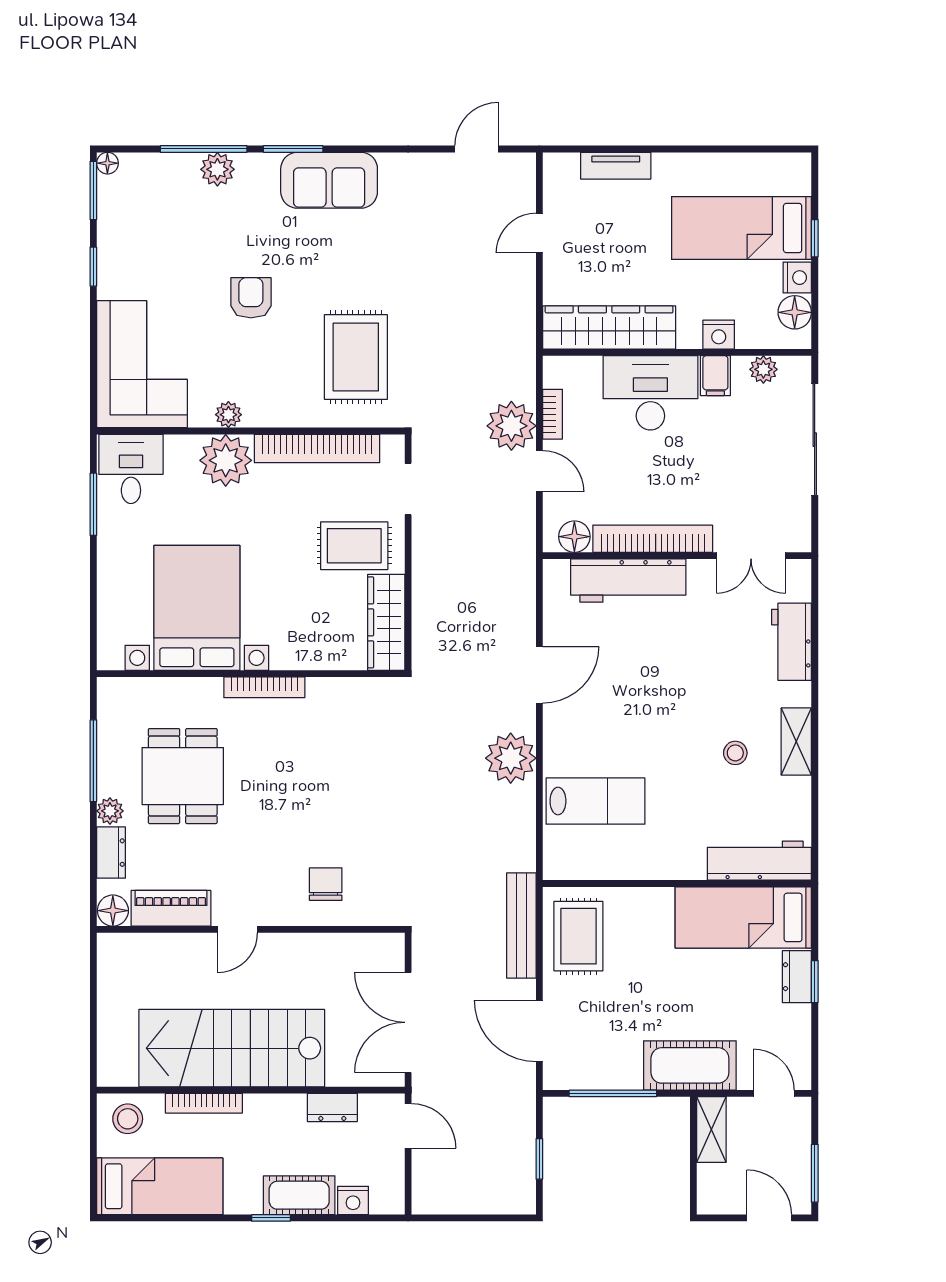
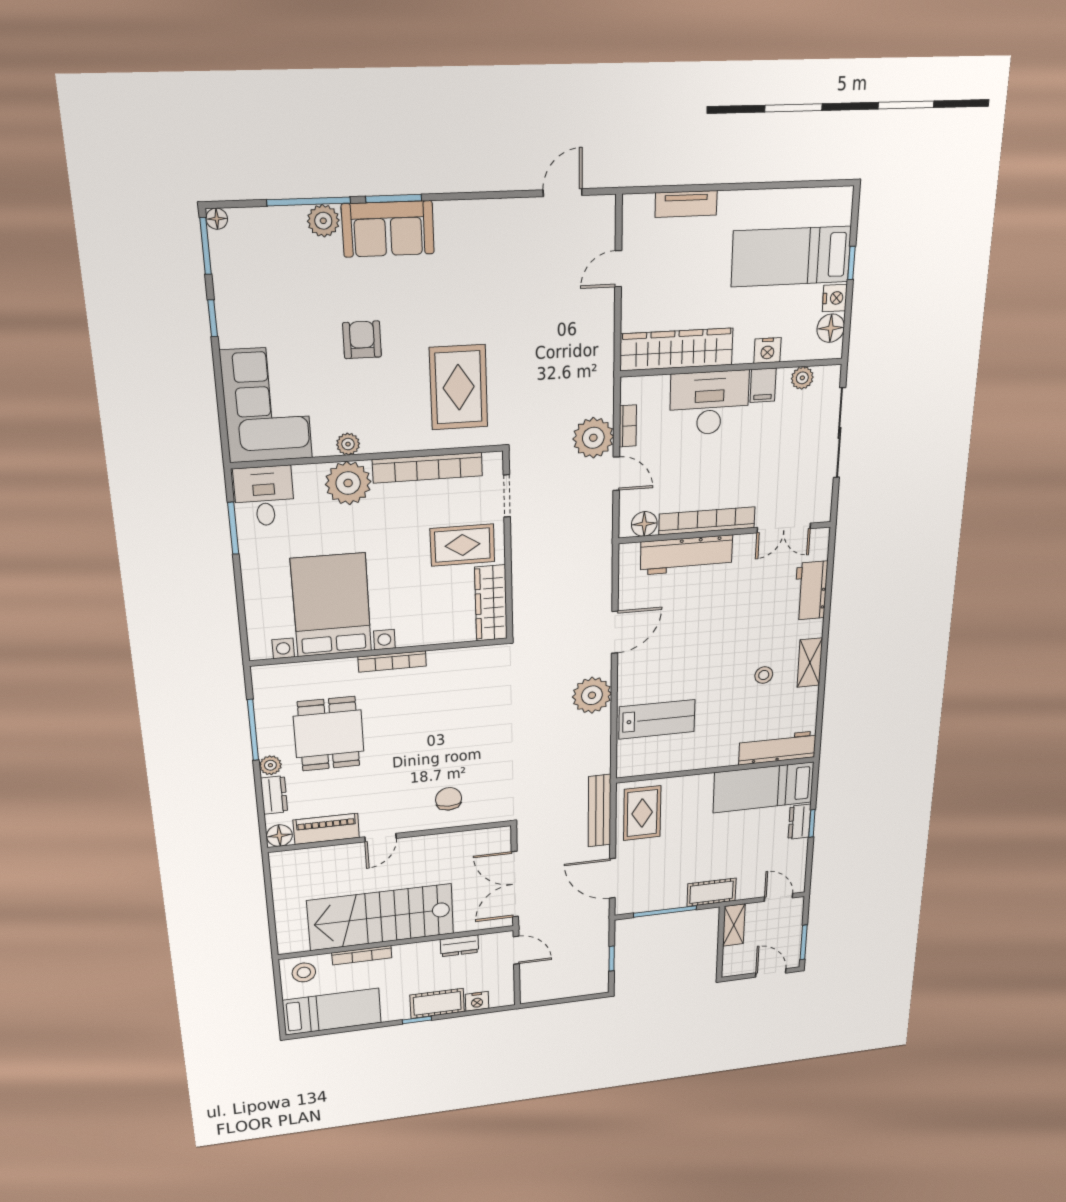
sofa: (329, 180) -> (388, 229), moved
cot: (690, 1065) -> (711, 892), width x0.73, depth x0.75

